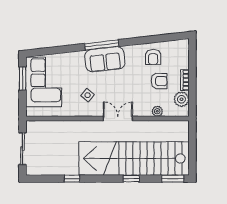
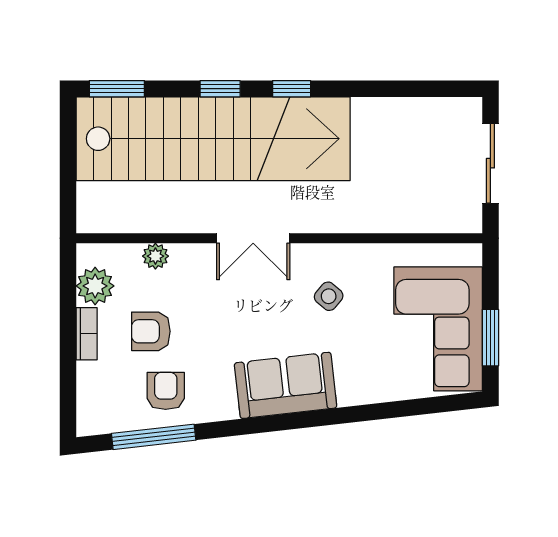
window: (102, 45) -> (154, 437), moved
window: (72, 179) -> (292, 89), moved

